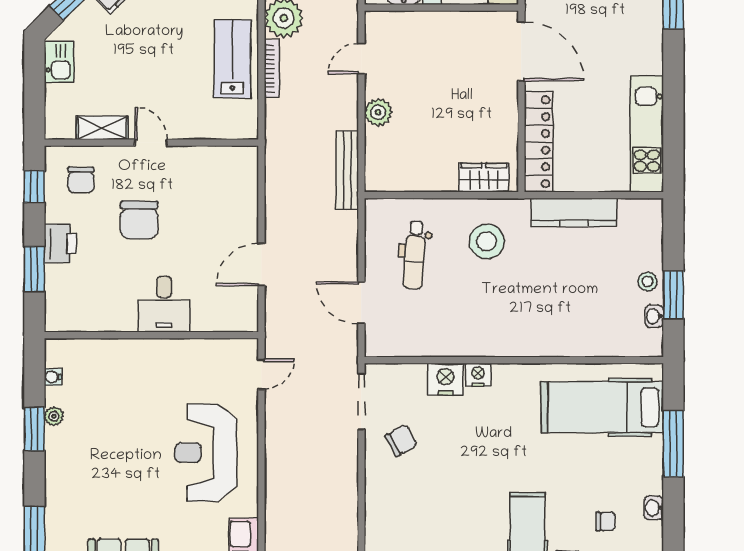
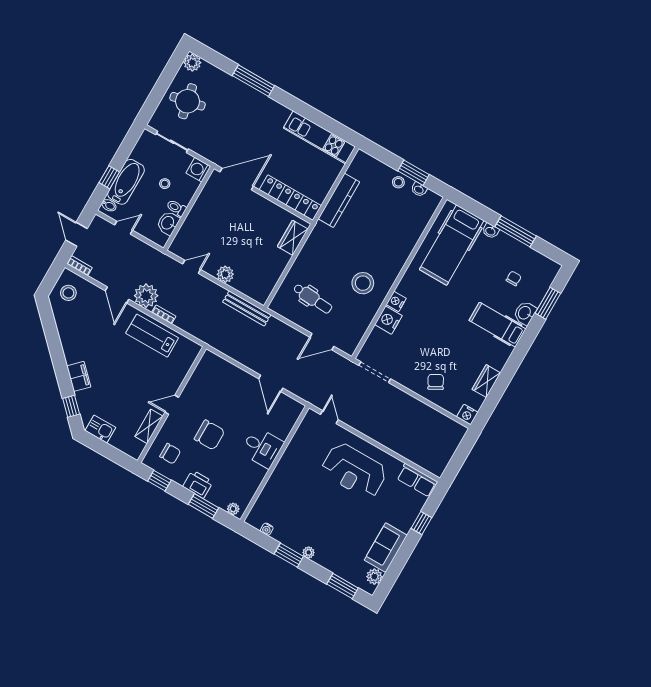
door: (361, 59) -> (192, 267), swing flipped
bookcase: (272, 69) -> (164, 314), width x0.64
stool: (487, 241) -> (363, 283), moved
plant: (54, 313) -> (233, 509), added
plant: (54, 416) -> (309, 552), moved
chair: (401, 440) -> (436, 382), moved
window: (673, 444) -> (516, 231), moved
washbasin: (654, 508) -> (490, 231), moved

